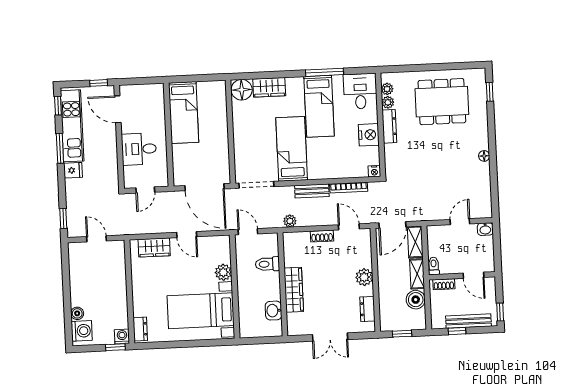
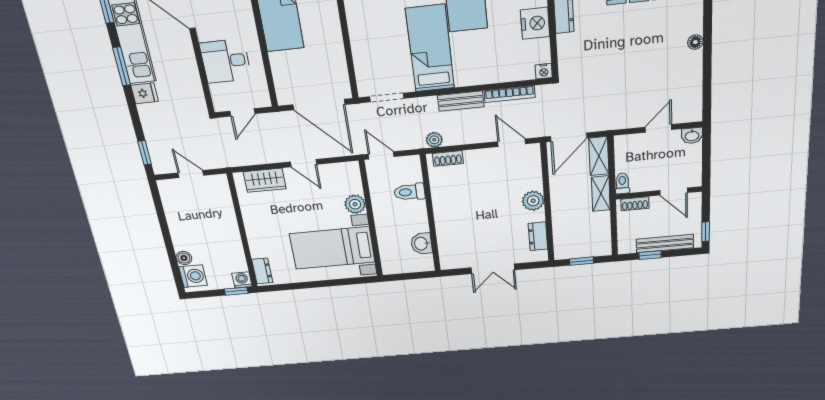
doorway: (256, 185) -> (387, 98), width x0.73
shoe rack: (322, 236) -> (448, 158), moved
wardrobe: (294, 290) -> (445, 219), removed
boiler: (416, 300) -> (599, 223), removed

